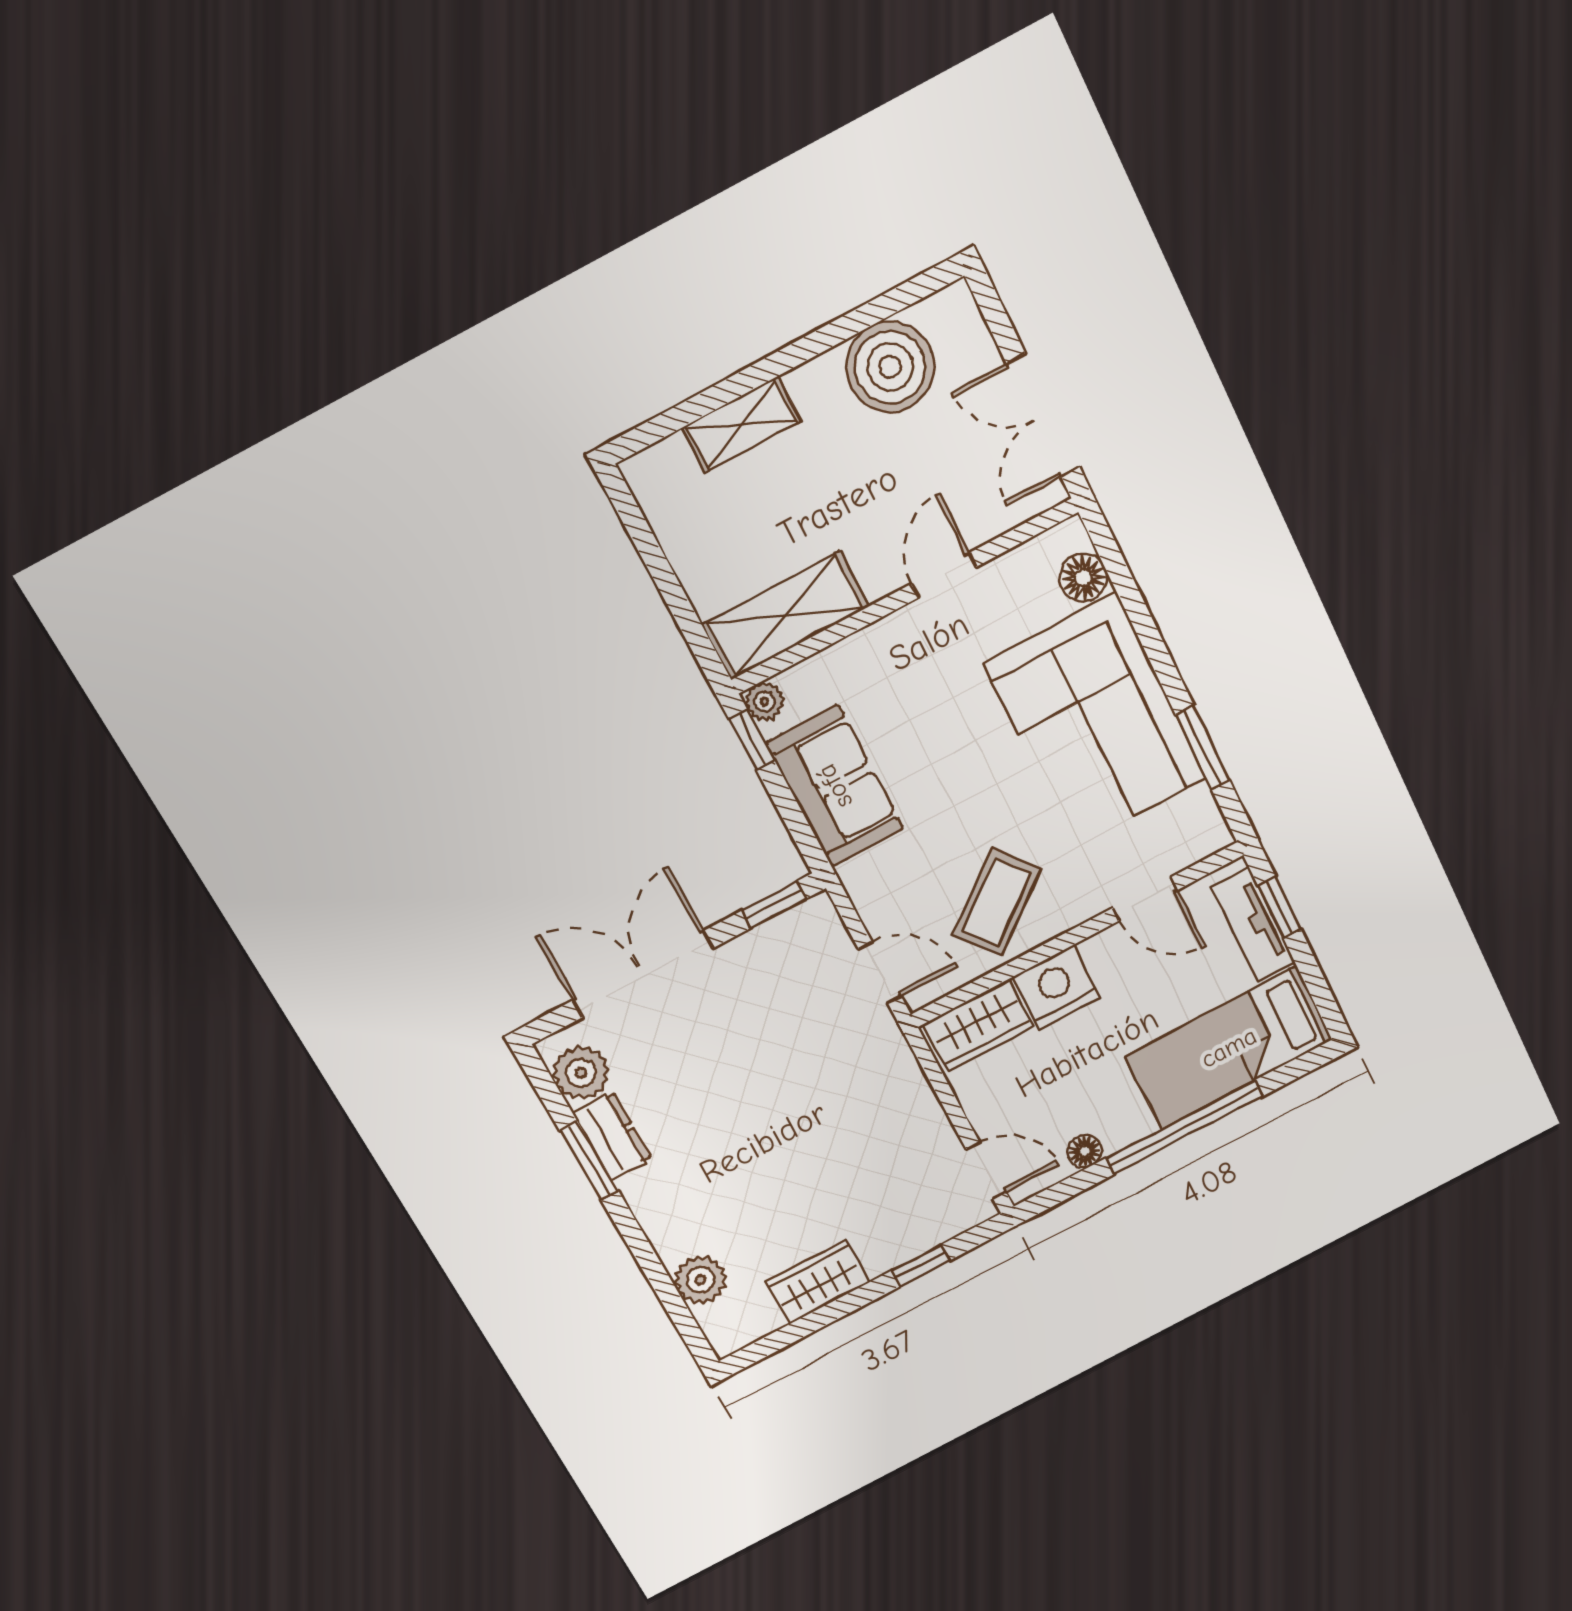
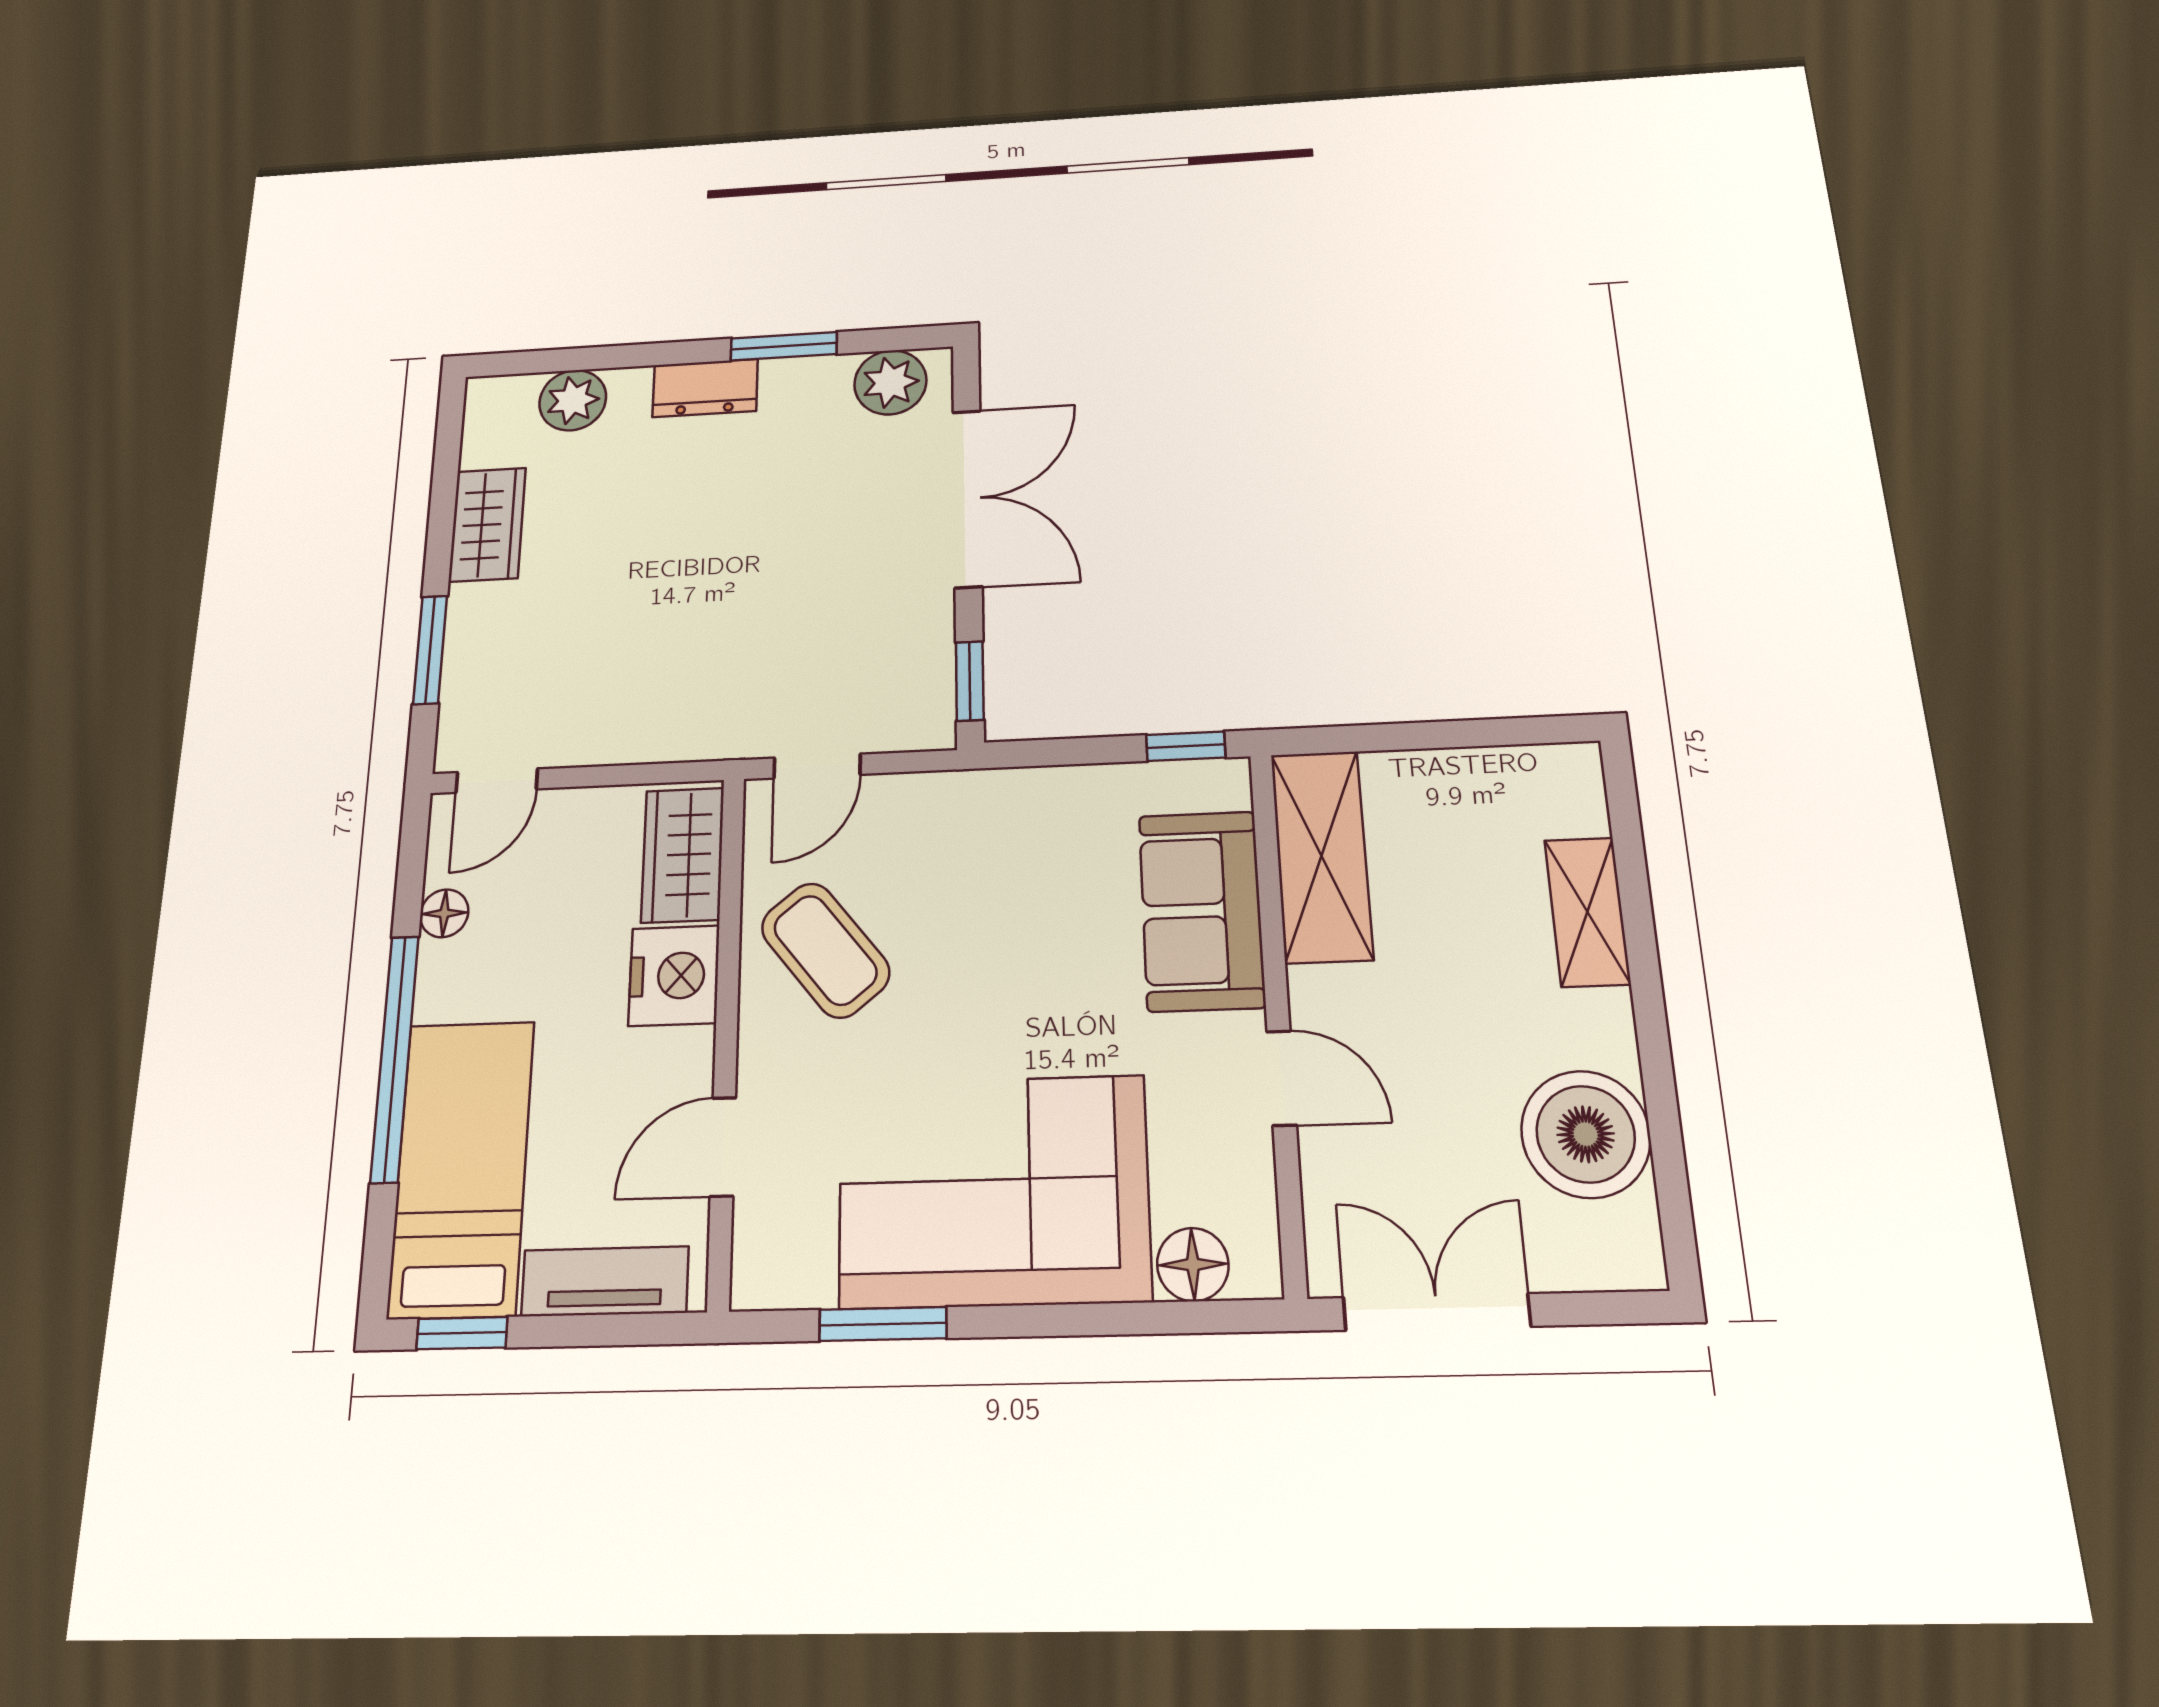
plant: (764, 702) -> (1226, 782), removed
sofa: (835, 786) -> (1202, 911), moved, turned 90
window: (1279, 907) -> (462, 1333), moved
dresser: (612, 1136) -> (705, 388), moved
window: (921, 1265) -> (430, 650), width x1.50

